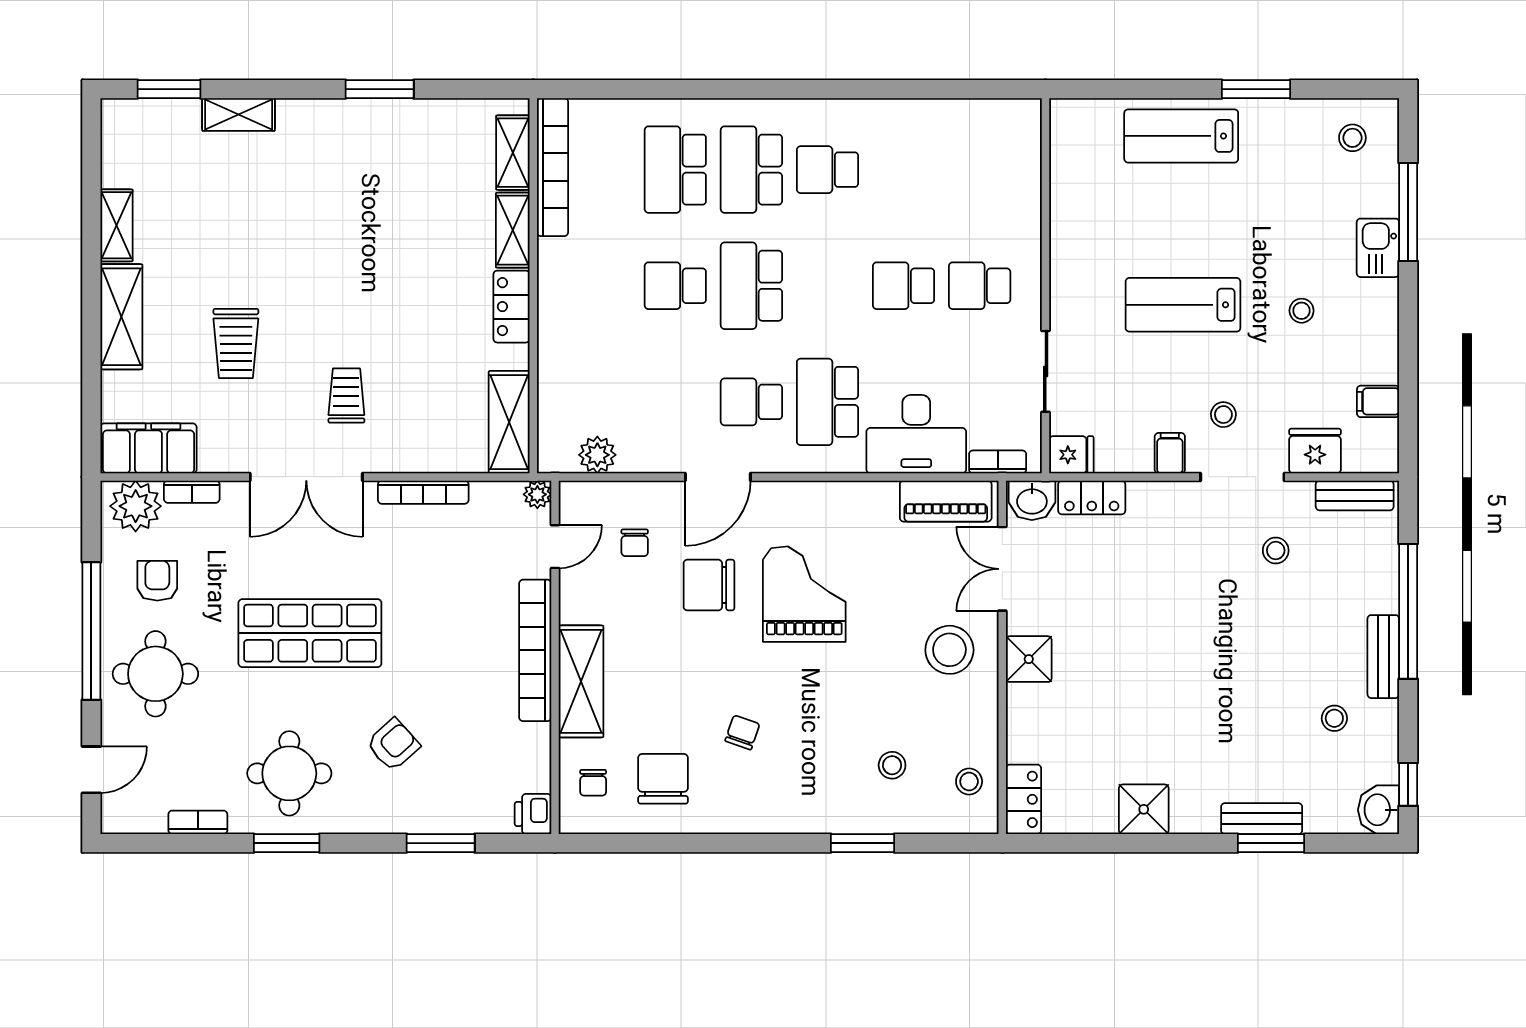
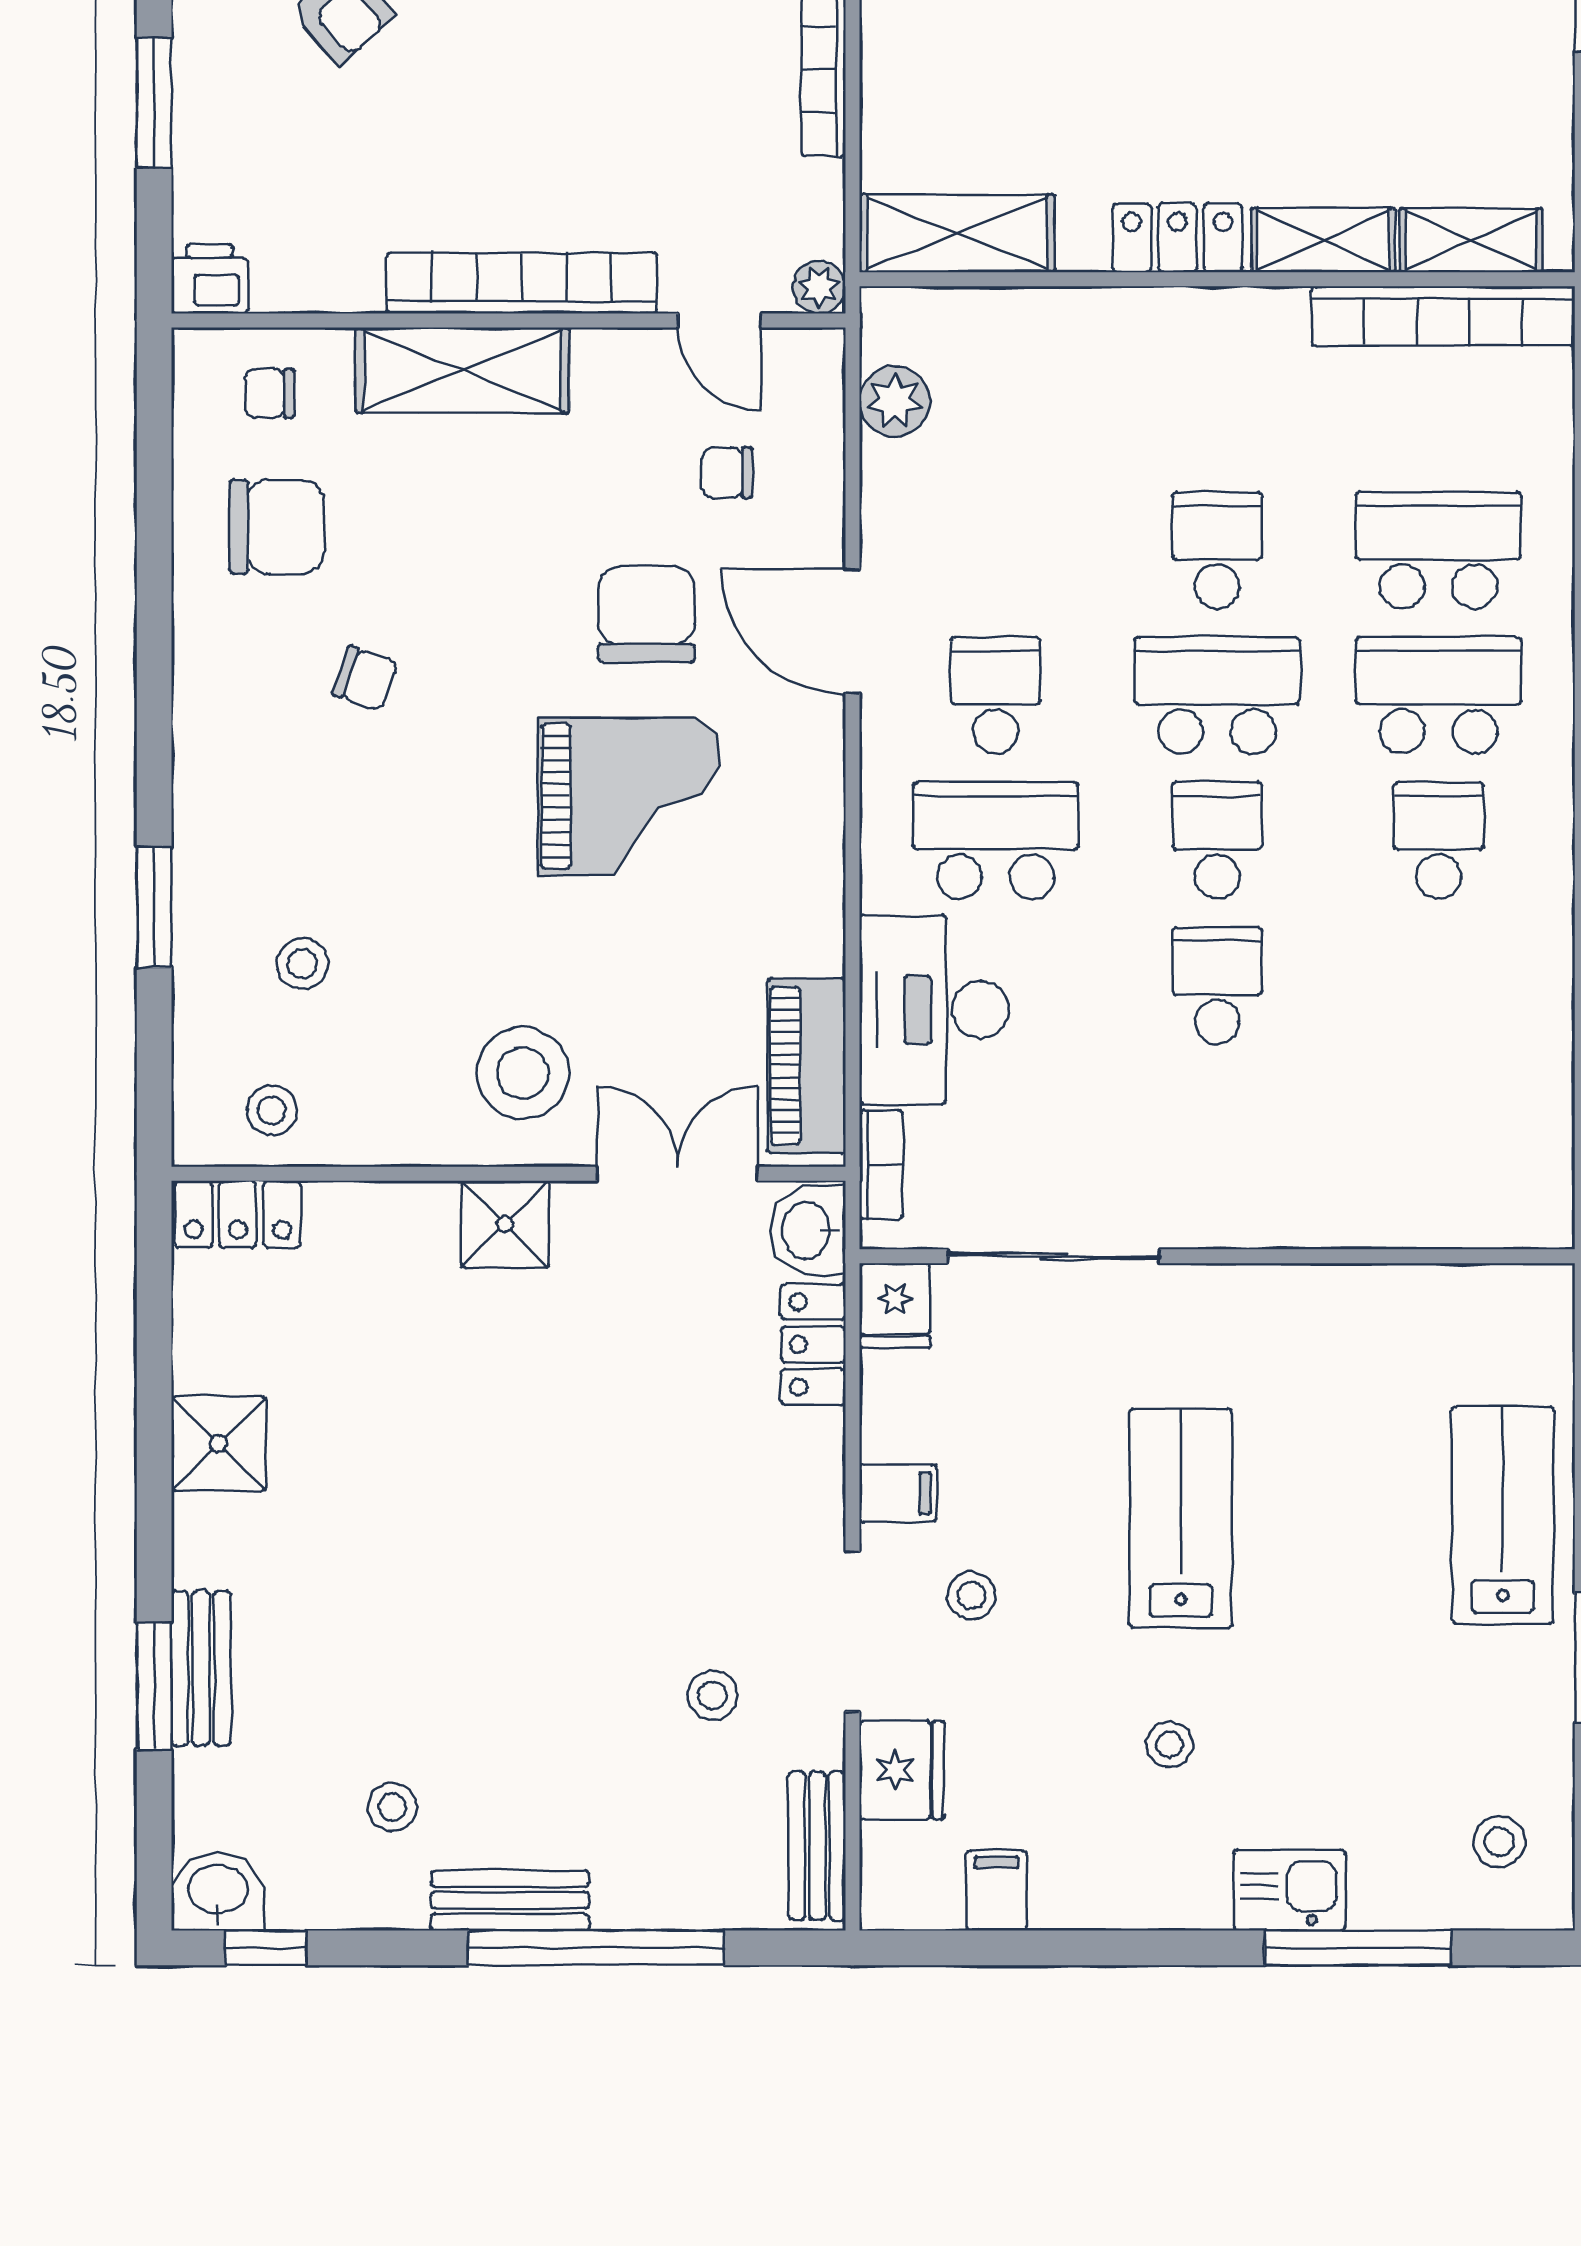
school desk: (980, 286) -> (1217, 840), moved
sliding door: (1046, 371) -> (1054, 1256), width x1.37

